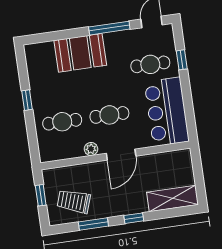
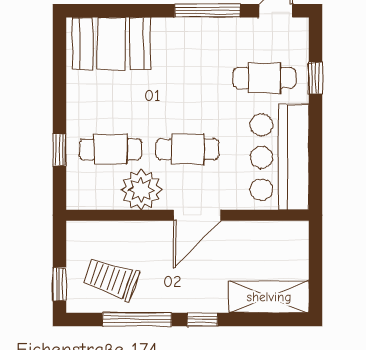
booth: (80, 53) -> (111, 43), moved
window: (27, 100) -> (59, 150), moved
plant: (91, 149) -> (141, 190), width x1.87, depth x1.87
window: (41, 195) -> (59, 284), moved
window: (93, 224) -> (137, 319), width x1.44

